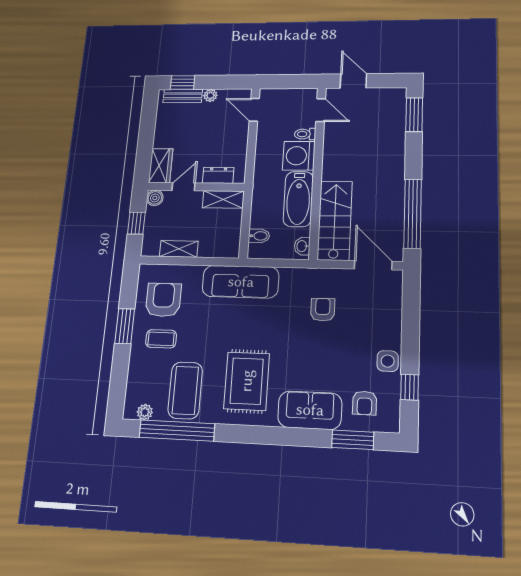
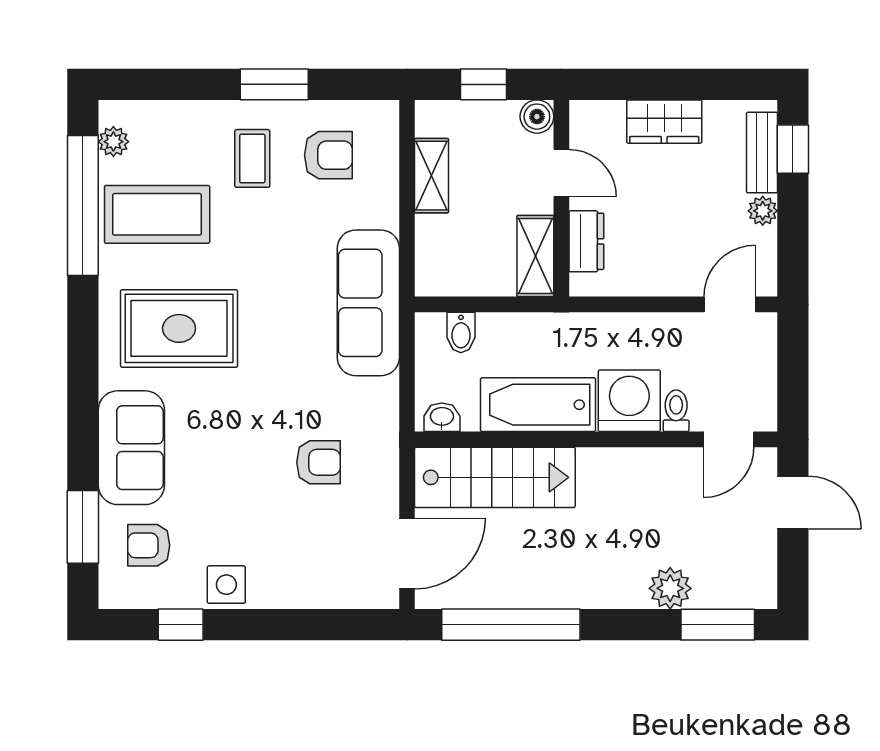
door: (353, 81) -> (793, 502), hinge flipped
plant: (395, 137) -> (670, 588), added
wardrobe: (161, 166) -> (664, 122), moved
armchair: (163, 300) -> (328, 155), width x0.72, depth x0.72

